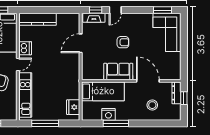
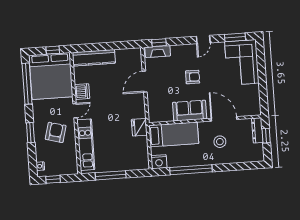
door: (115, 10) -> (203, 40), moved
stool: (152, 105) -> (220, 142), moved
fridge: (73, 107) -> (139, 127), moved
nightstand: (108, 114) -> (159, 162), moved
window: (116, 123) -> (191, 170), width x1.46

